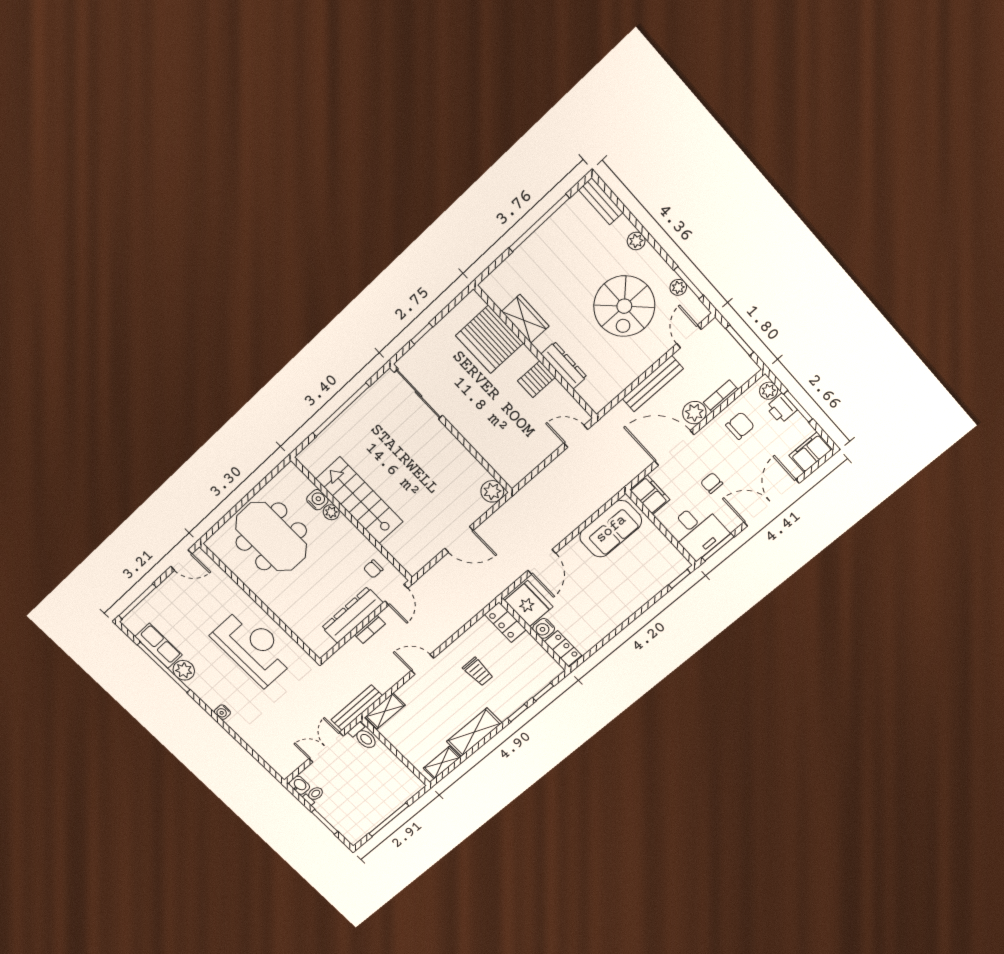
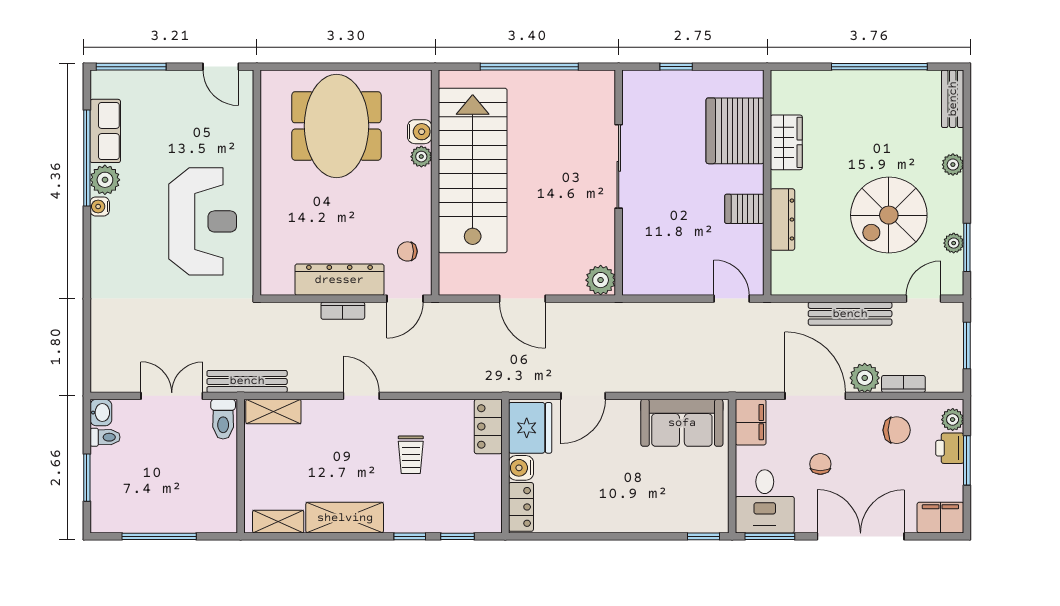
sliding door: (418, 394) -> (619, 166), moved
stairs: (360, 500) -> (473, 170), width x1.36, depth x1.51
water cooler: (222, 712) -> (100, 206), moved

